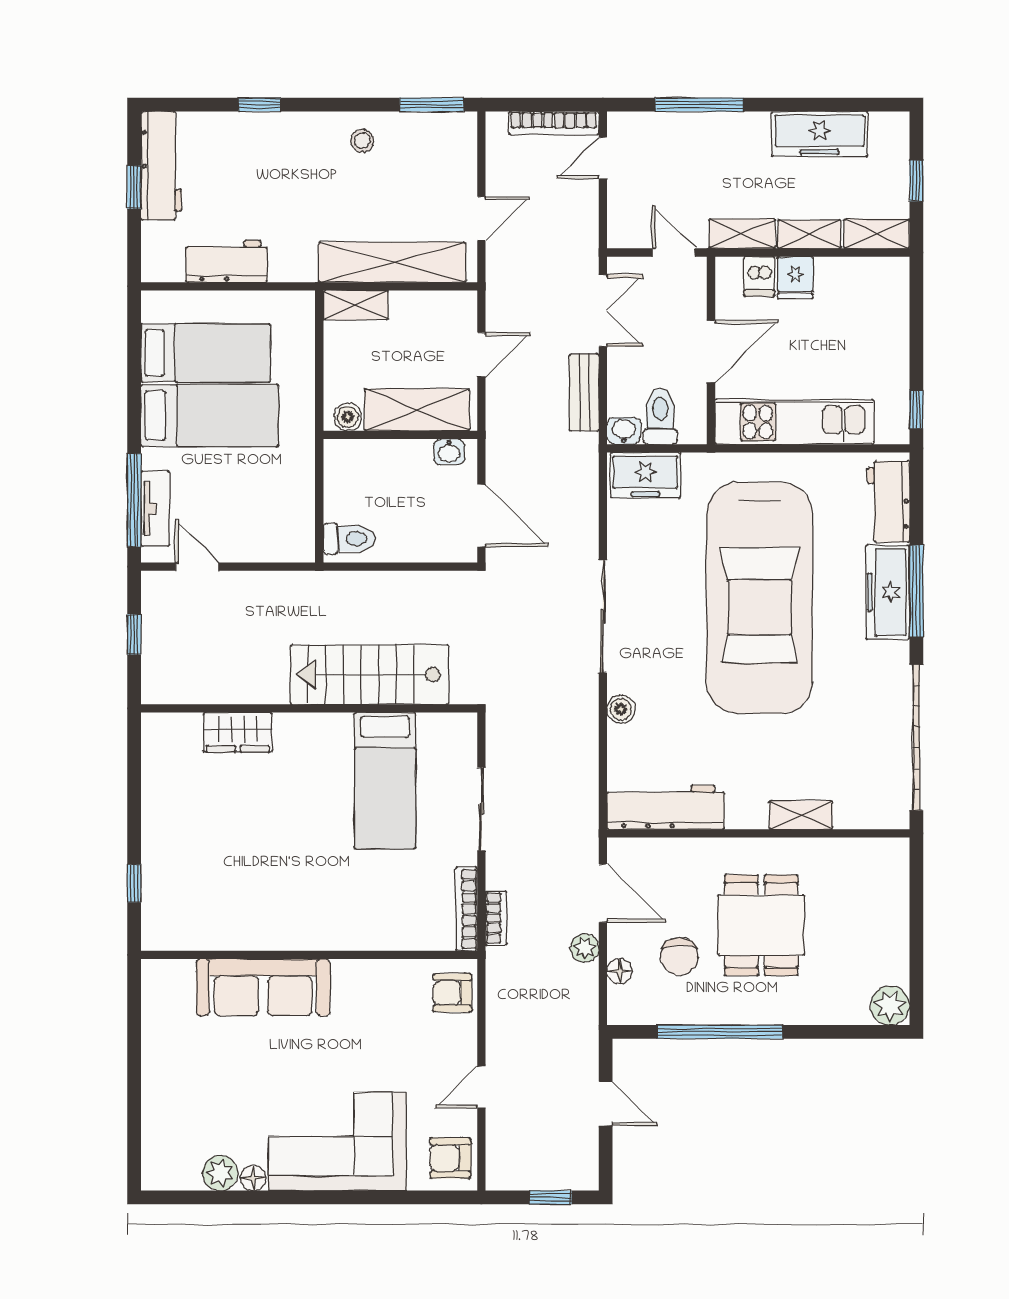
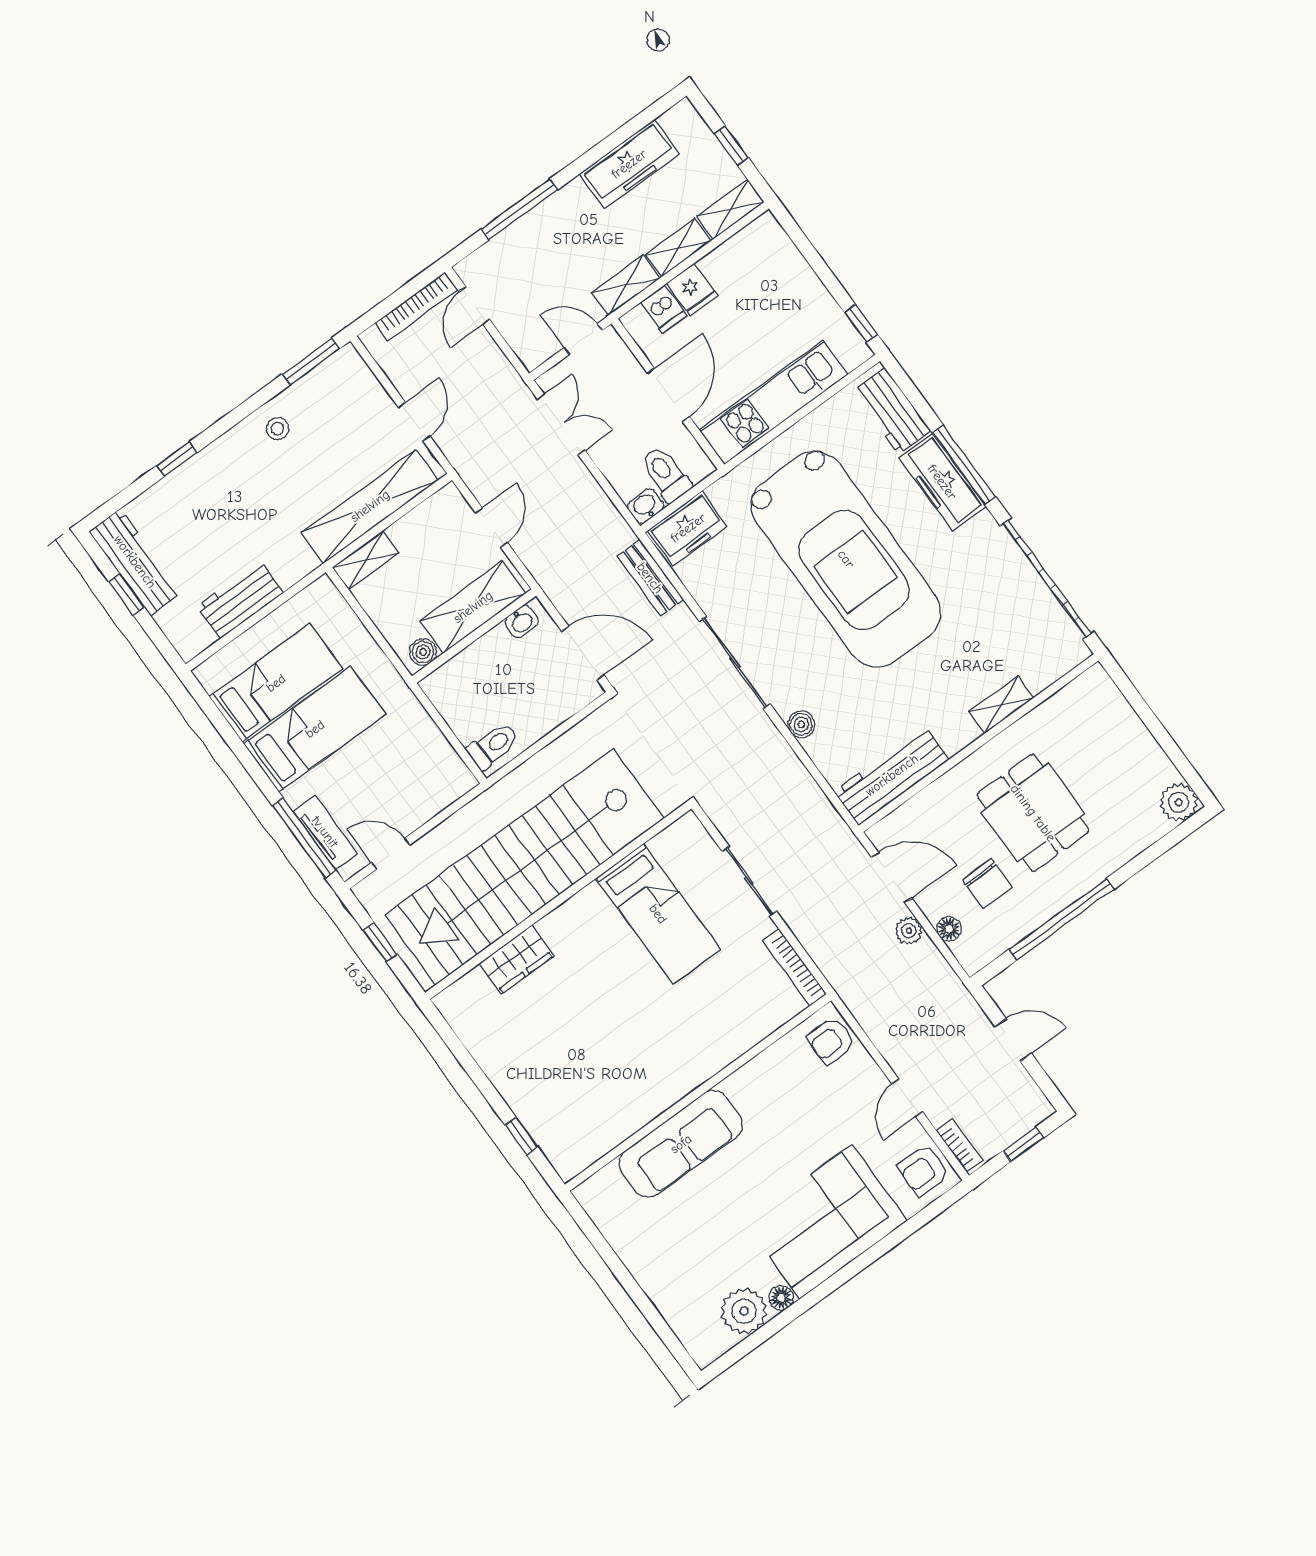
bench: (584, 393) -> (650, 578), moved
stairs: (370, 675) -> (525, 867), width x1.86, depth x1.51
bookcase: (496, 918) -> (960, 1145), moved
plant: (220, 1173) -> (744, 1311), width x1.36, depth x1.36

